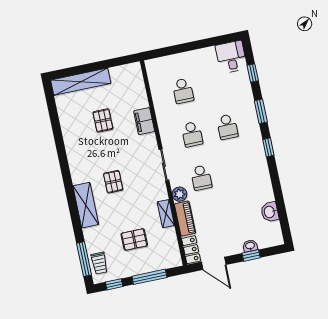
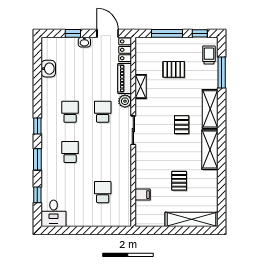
filing cabinet: (144, 121) -> (143, 195), moved, width x0.50
school desk: (192, 134) -> (70, 112), moved
shelving: (77, 161) -> (210, 150), added
washbasin: (250, 246) -> (84, 42), moved
window: (84, 259) -> (222, 72), moved

